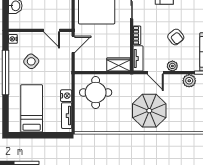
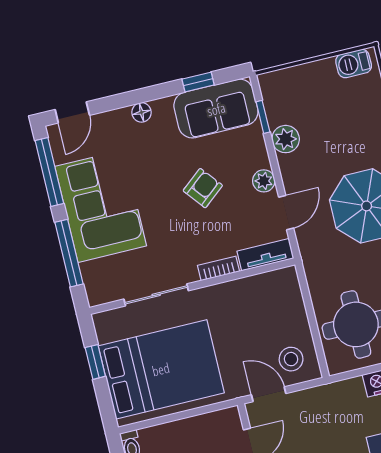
stool: (87, 59) -> (291, 359), added
wardrobe: (119, 65) -> (287, 291), removed

